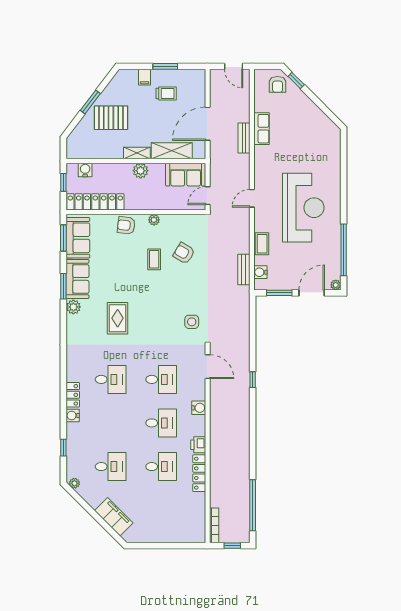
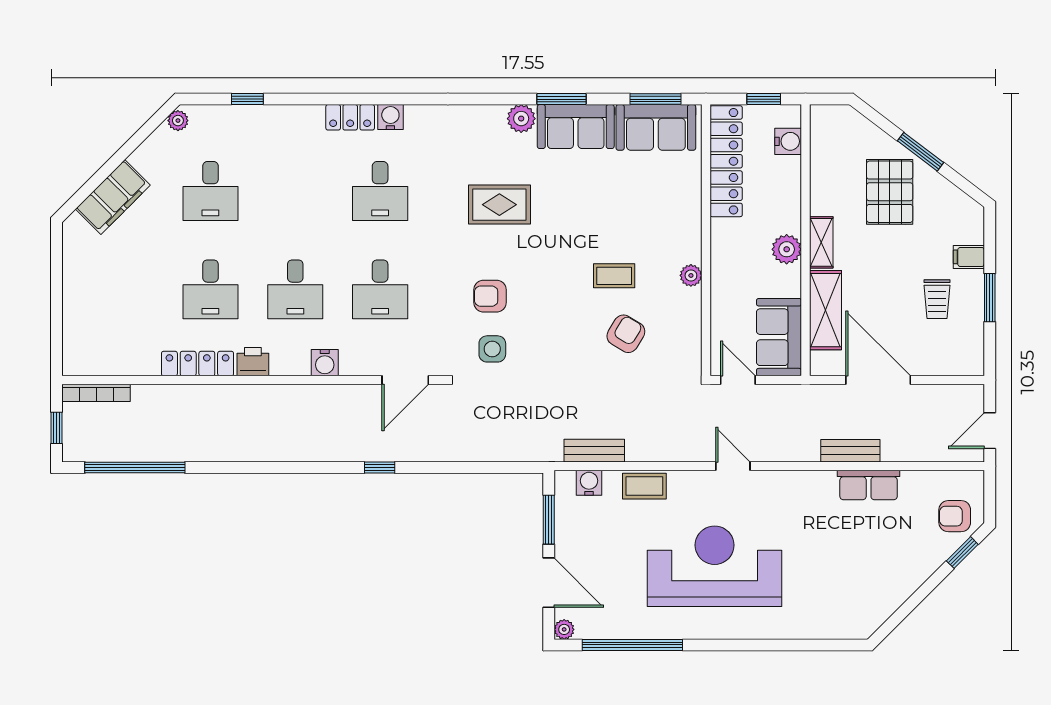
reception desk: (303, 208) -> (715, 566), turned 180
armchair: (126, 225) -> (490, 296), moved, turned -97
water cooler: (73, 415) -> (390, 117), moved

